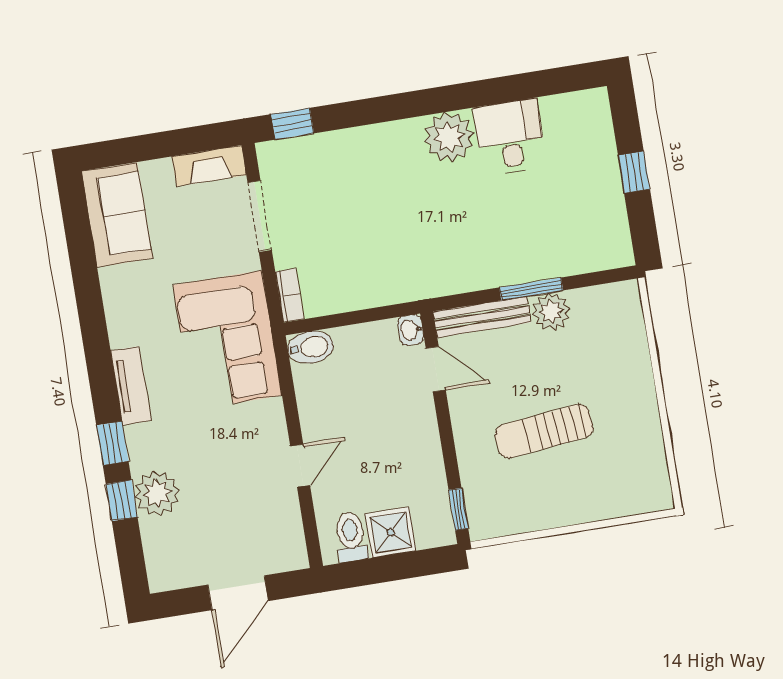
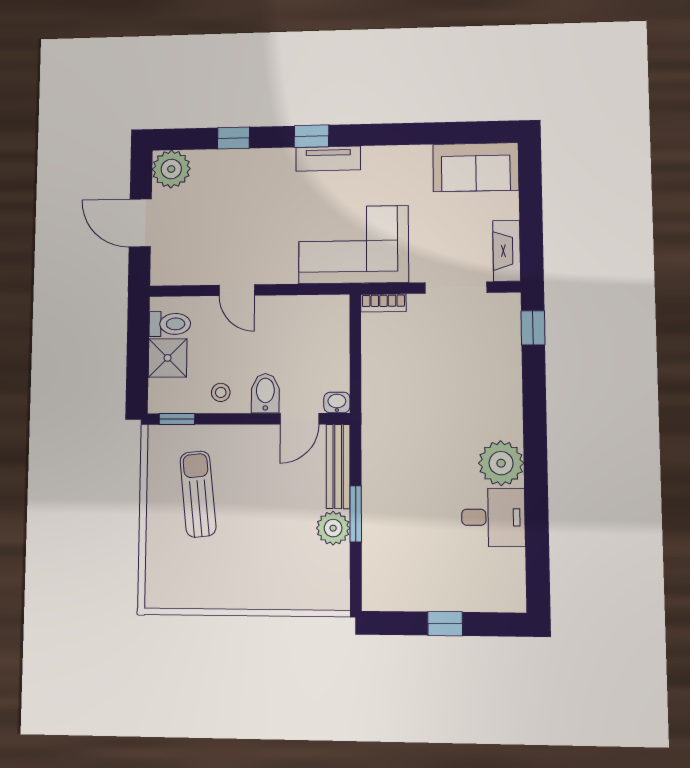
bidet: (311, 347) -> (265, 393), moved, turned 180
sun lounger: (544, 431) -> (198, 494), moved
window: (112, 443) -> (311, 136), moved
stool: (420, 464) -> (221, 392), added
plant: (157, 493) -> (171, 169), moved

